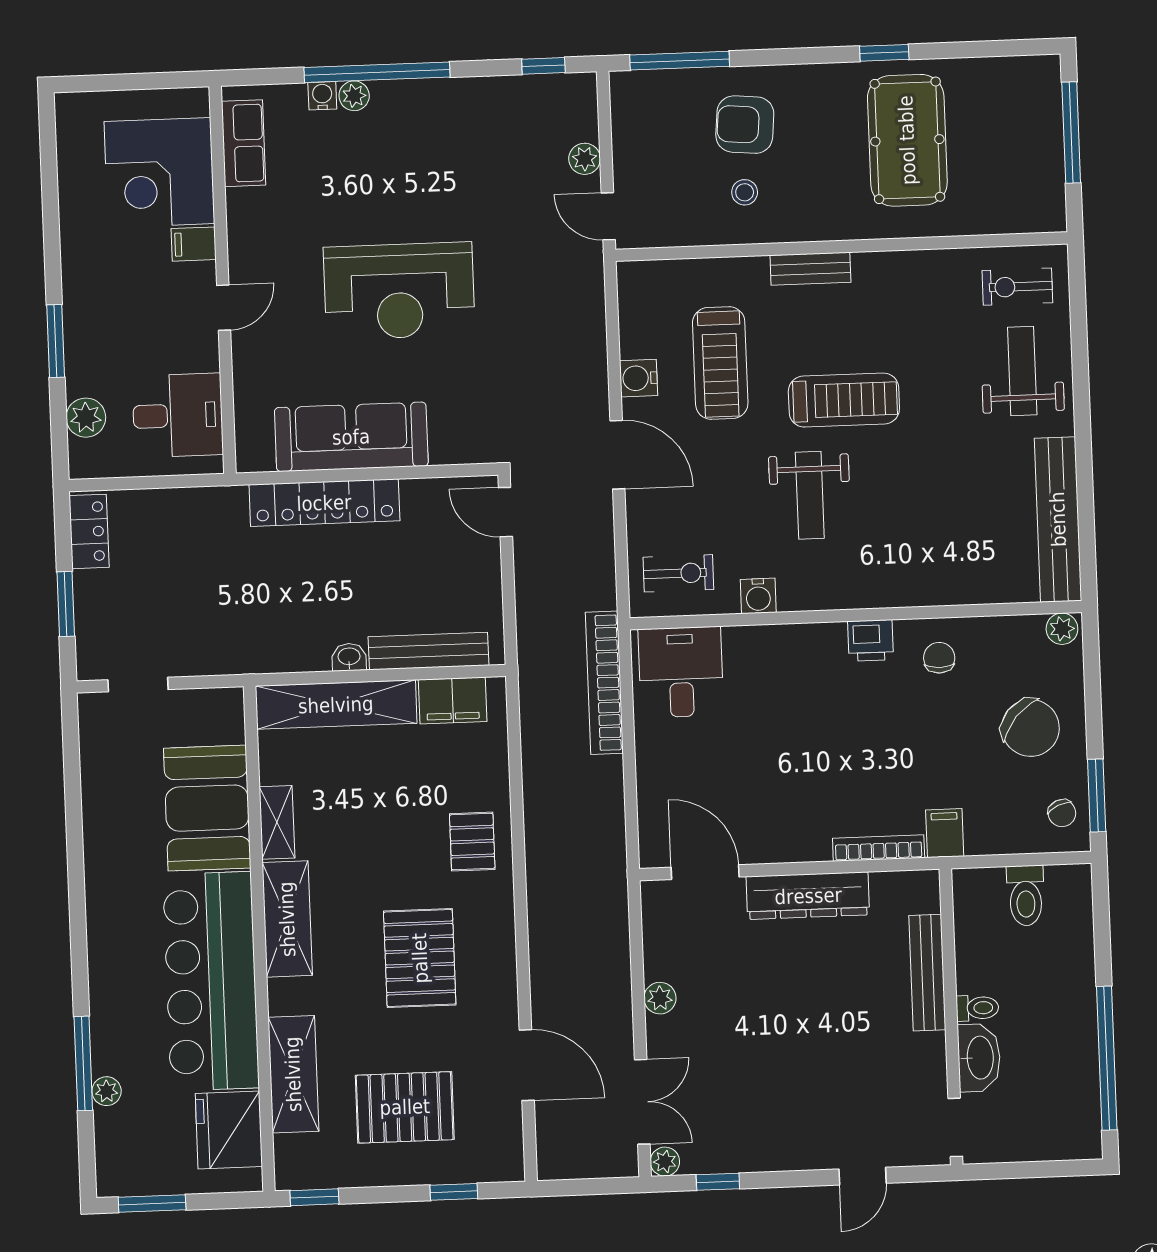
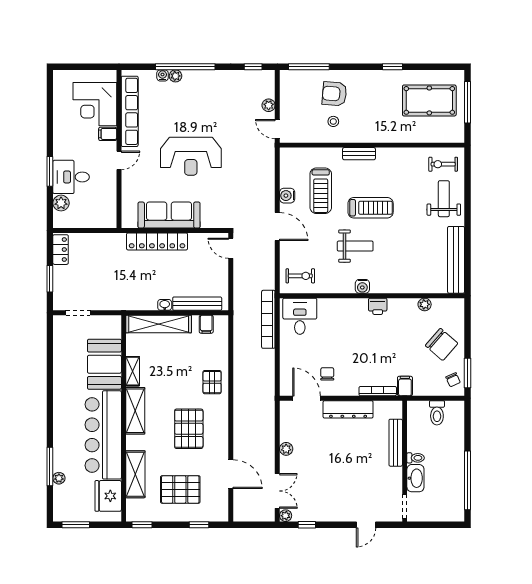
pool table: (907, 140) -> (429, 100), moved, turned 90
row of seats: (244, 143) -> (130, 111), width x2.02
desk: (178, 415) -> (71, 177), moved, turned 180
weight bench: (810, 495) -> (355, 246), turned -90
water cooler: (758, 596) -> (362, 286), moved
plant: (1062, 629) -> (425, 304), moved
chair: (939, 658) -> (327, 374), moved
filing cabinet: (453, 701) -> (206, 324), width x0.50

